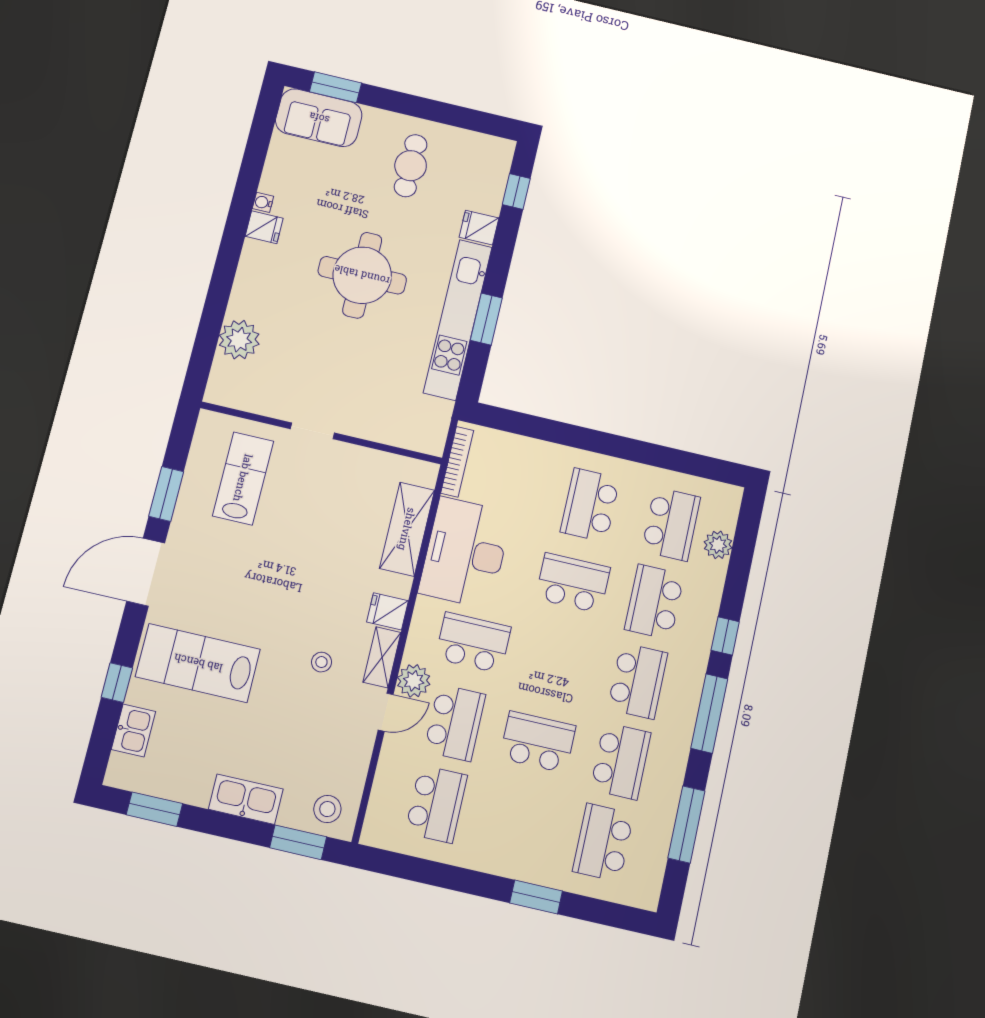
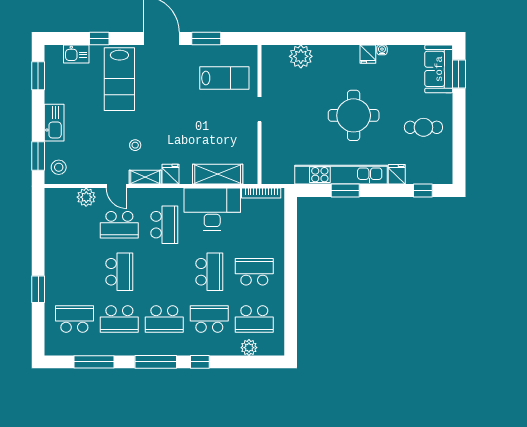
lab bench: (198, 663) -> (119, 79), turned 180
plant: (414, 681) -> (86, 197), moved
school desk: (436, 804) -> (74, 225), removed

